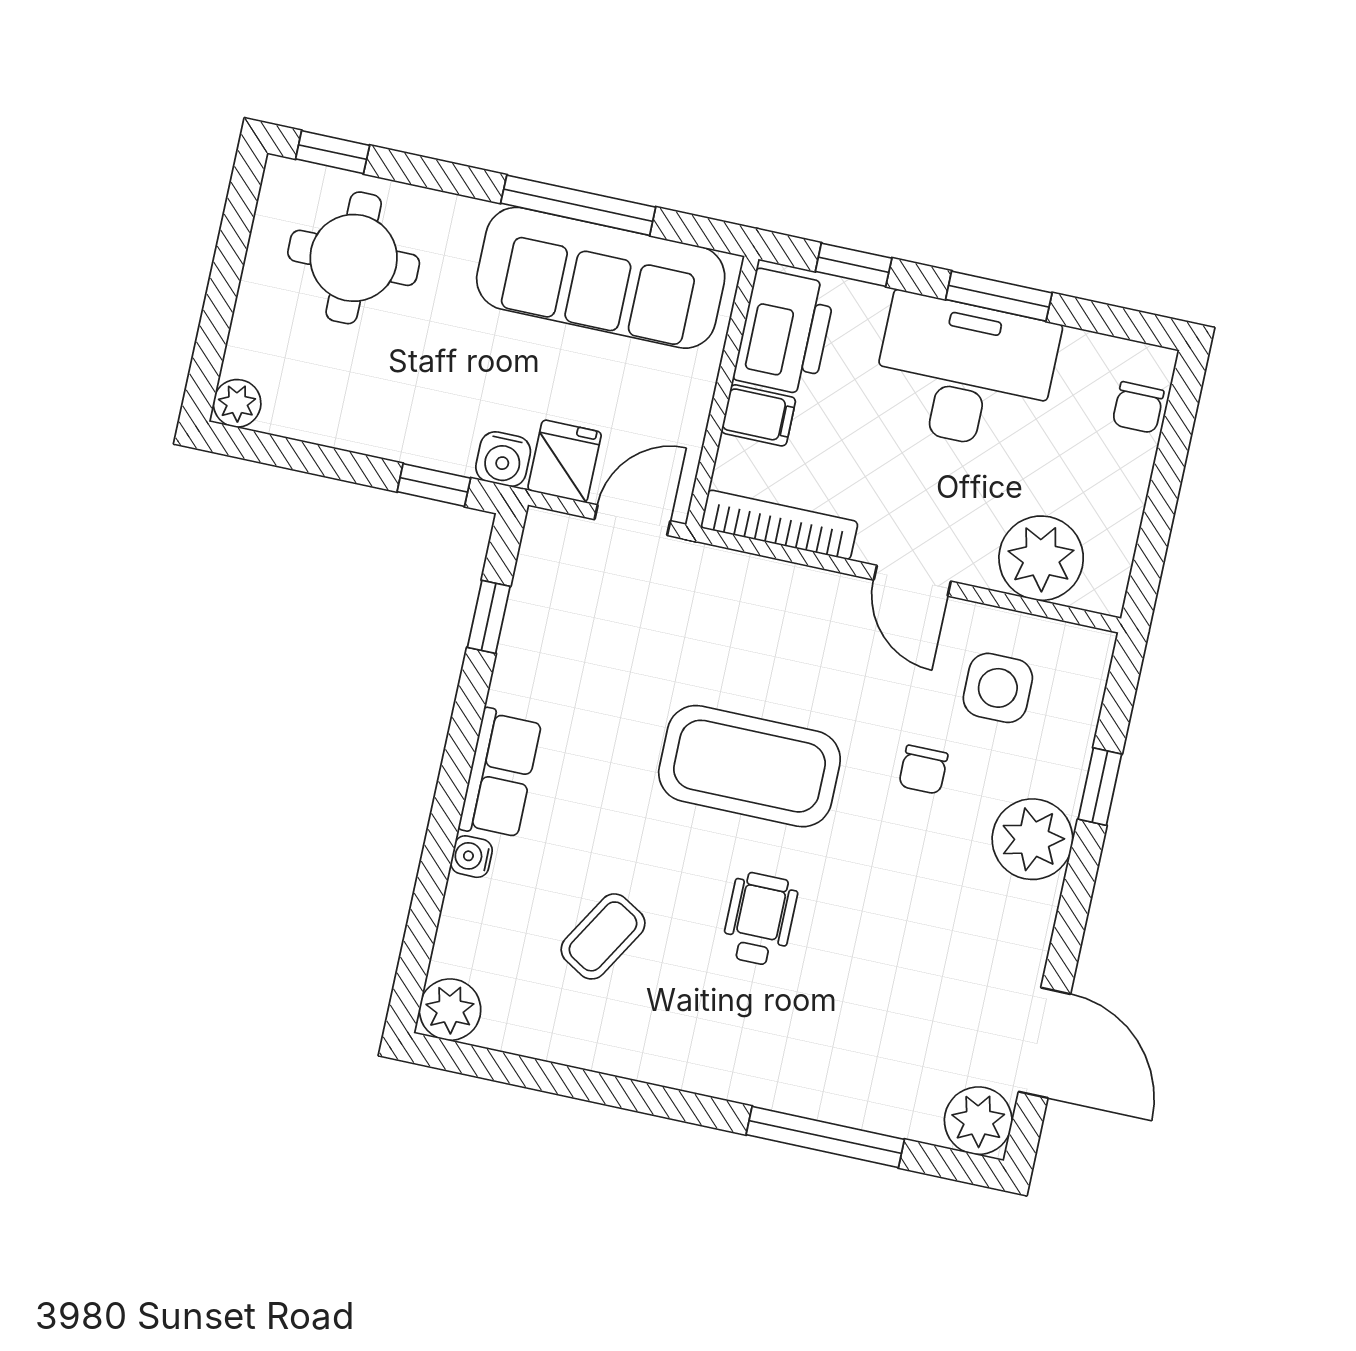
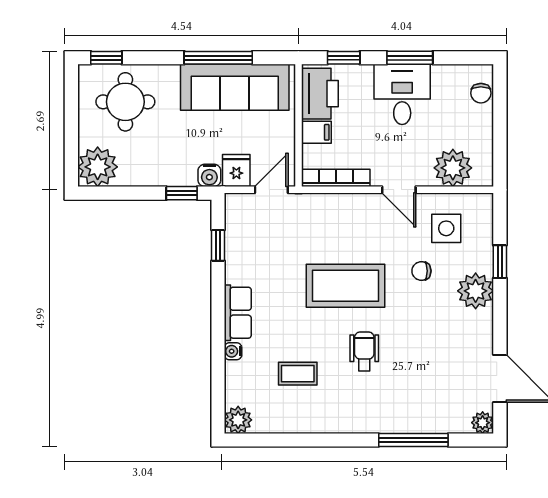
desk: (965, 373) -> (402, 94), width x0.73
plant: (237, 403) -> (98, 167), width x1.87, depth x1.87
chair: (923, 770) -> (421, 271), turned 90
coffee table: (603, 936) -> (298, 374), turned 59
plant: (978, 1121) -> (483, 423), width x0.73, depth x0.73

